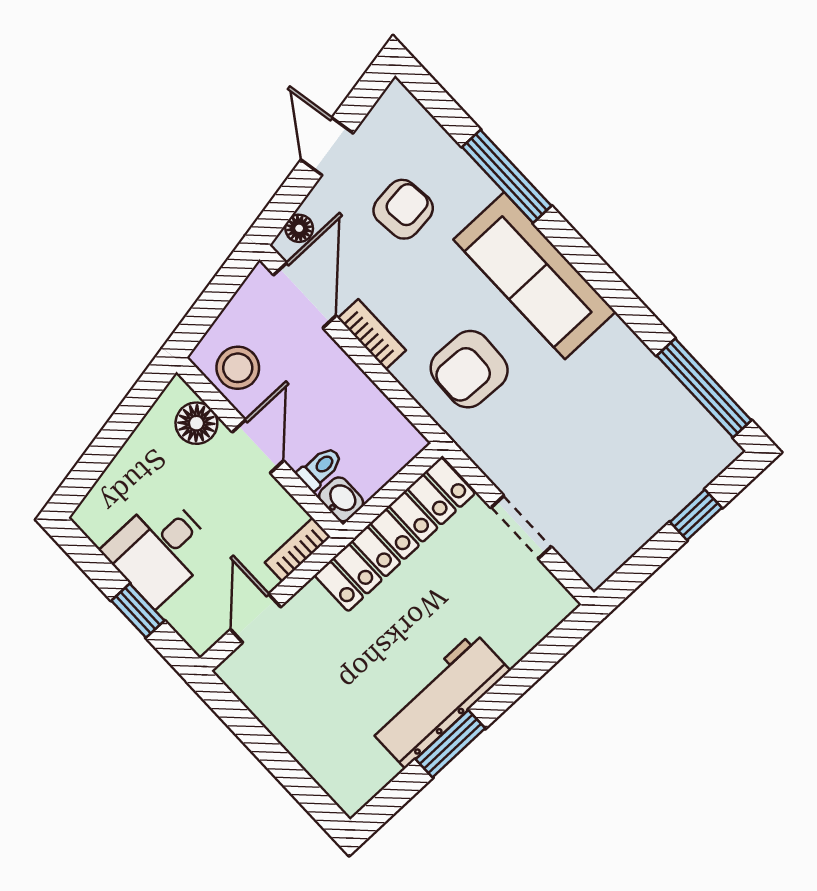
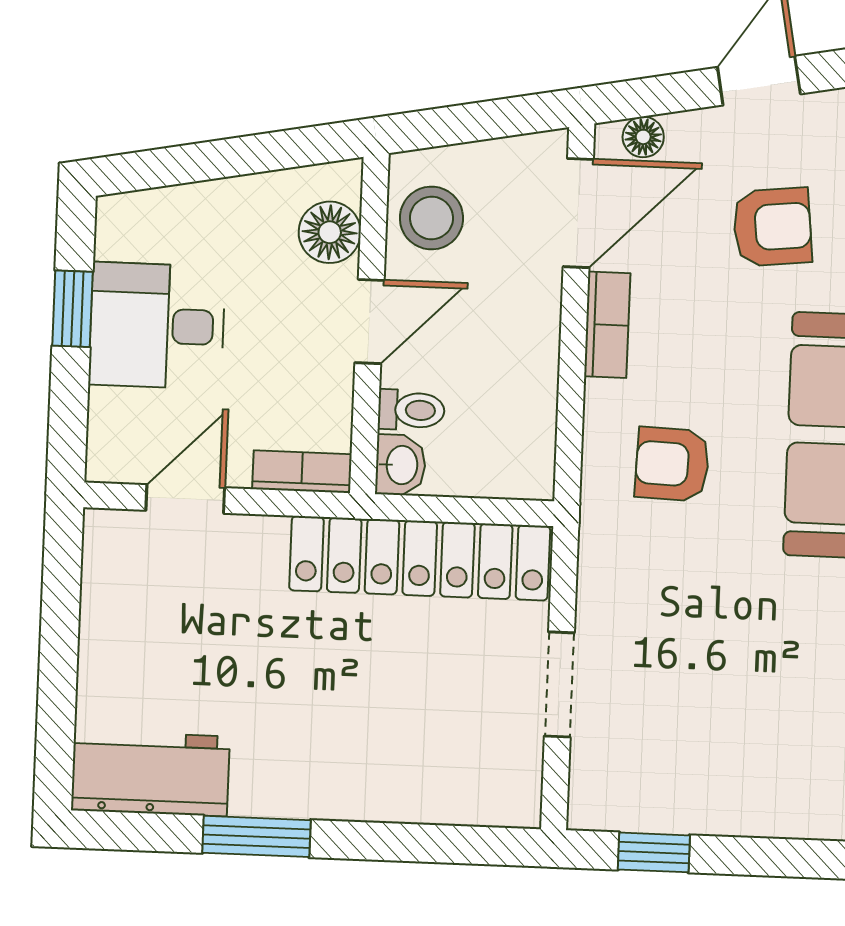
armchair: (469, 369) -> (672, 464), width x0.72, depth x0.72
window: (696, 515) -> (654, 852), moved
window: (138, 611) -> (73, 309), moved
workbench: (439, 700) -> (150, 773), moved, width x0.73

